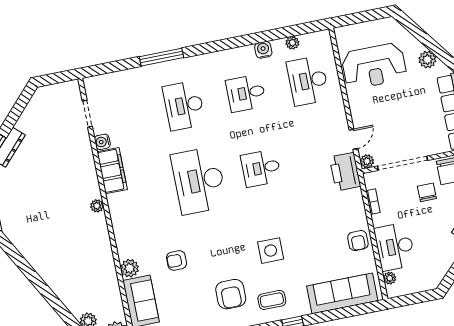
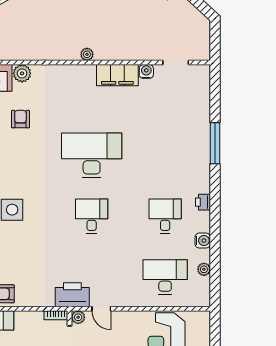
printer: (224, 57) -> (203, 202), added
desk: (184, 106) -> (165, 155), removed
bookcase: (373, 202) -> (56, 315), moved

